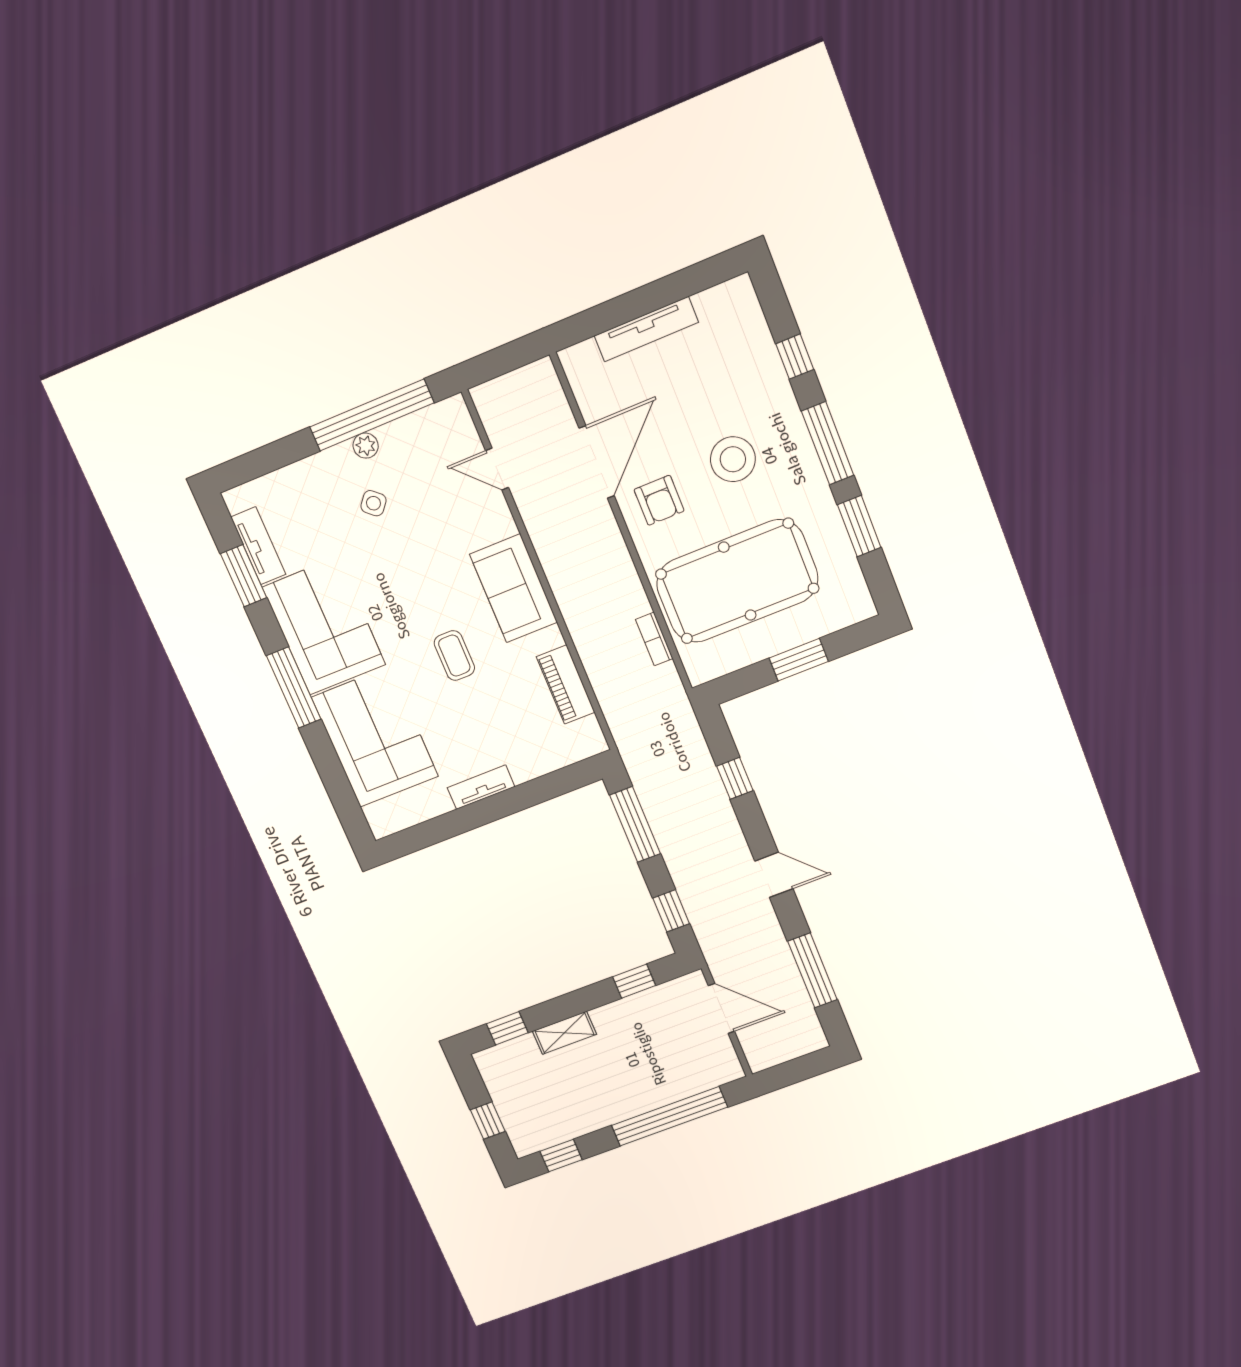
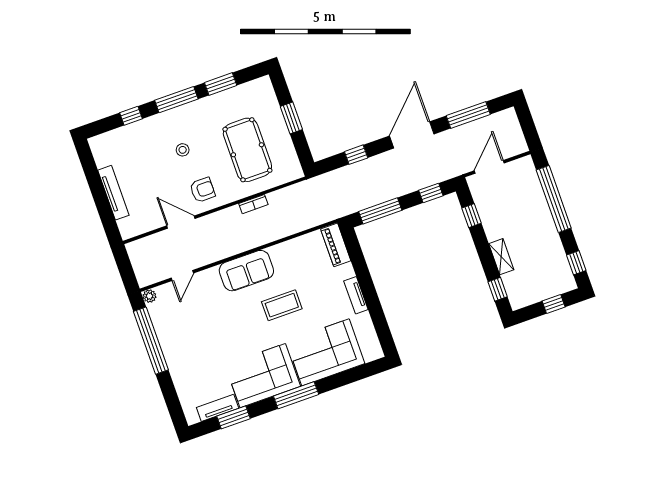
plant: (366, 446) -> (149, 296), moved
stool: (733, 459) -> (183, 150), width x0.53, depth x0.53
door: (597, 462) -> (181, 222), width x0.73
side table: (373, 503) -> (197, 343), removed
pool table: (737, 581) -> (247, 150), width x0.73, depth x0.76
bookcase: (654, 639) -> (253, 204), moved
coffee table: (454, 655) -> (282, 305), width x1.36, depth x1.30
piano: (566, 685) -> (336, 245), moved, turned 90
door: (774, 875) -> (412, 135), width x1.88

